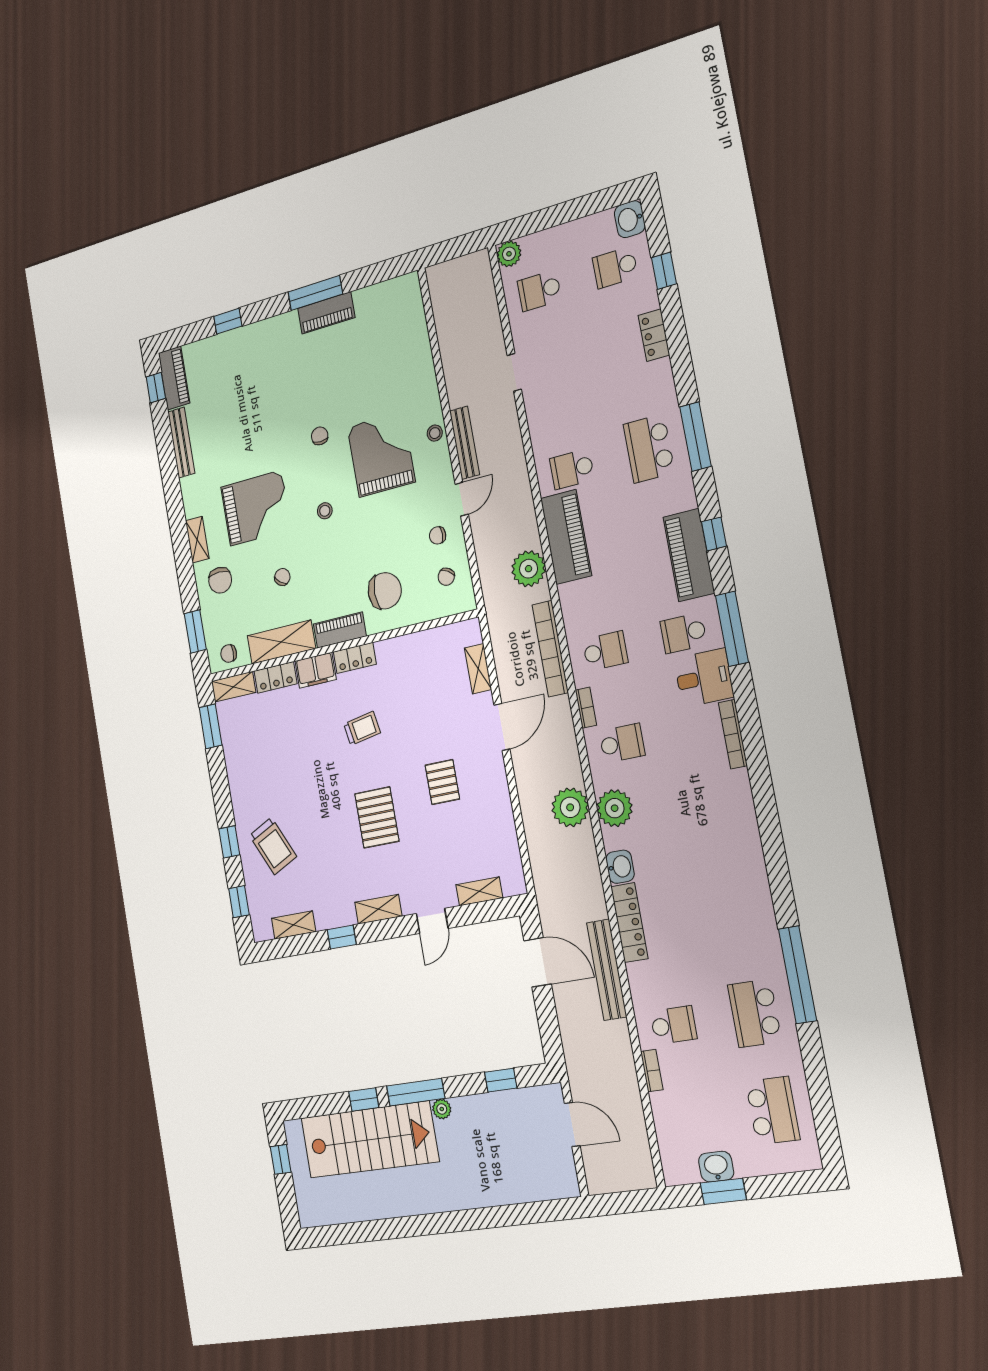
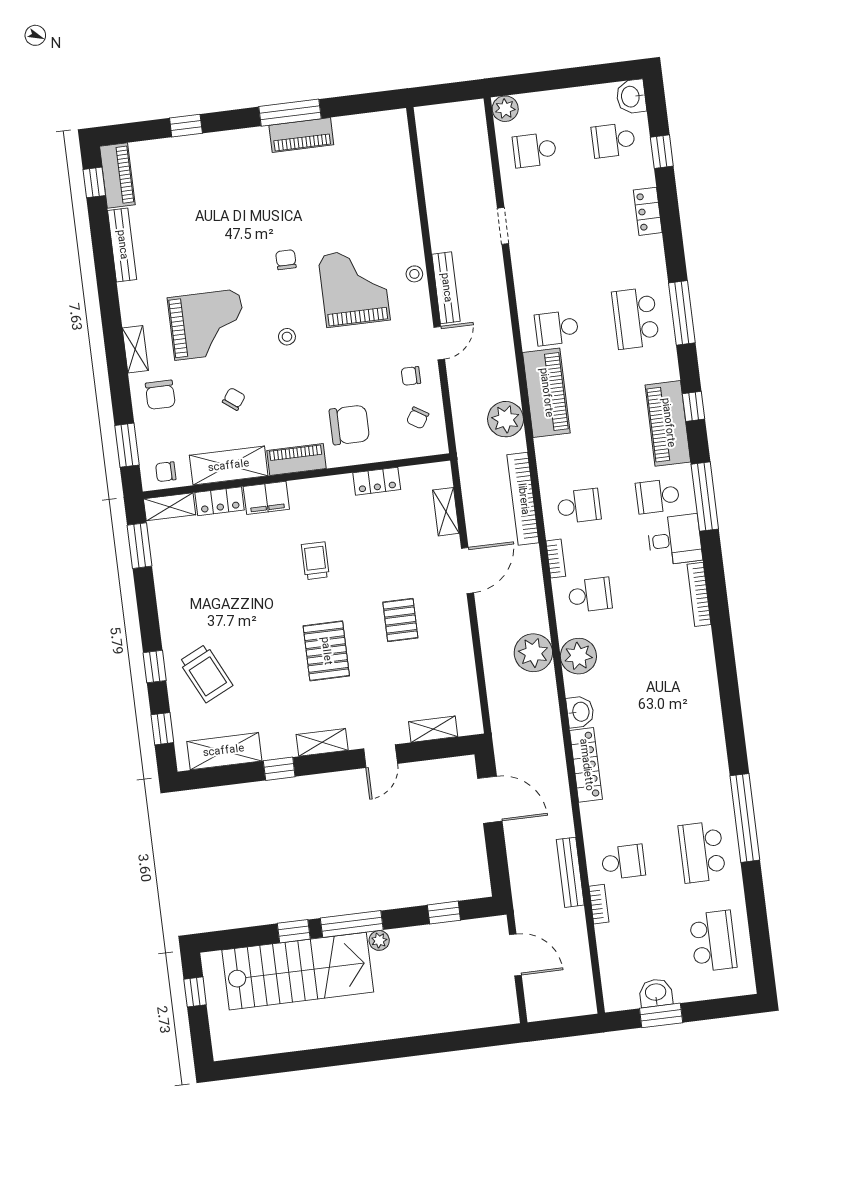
locker: (355, 658) -> (377, 481), moved
trolley: (362, 728) -> (315, 561), turned -80
shelving: (294, 925) -> (224, 751), width x1.50, depth x1.33
bench: (607, 970) -> (570, 872), moved, width x0.73, depth x0.82

